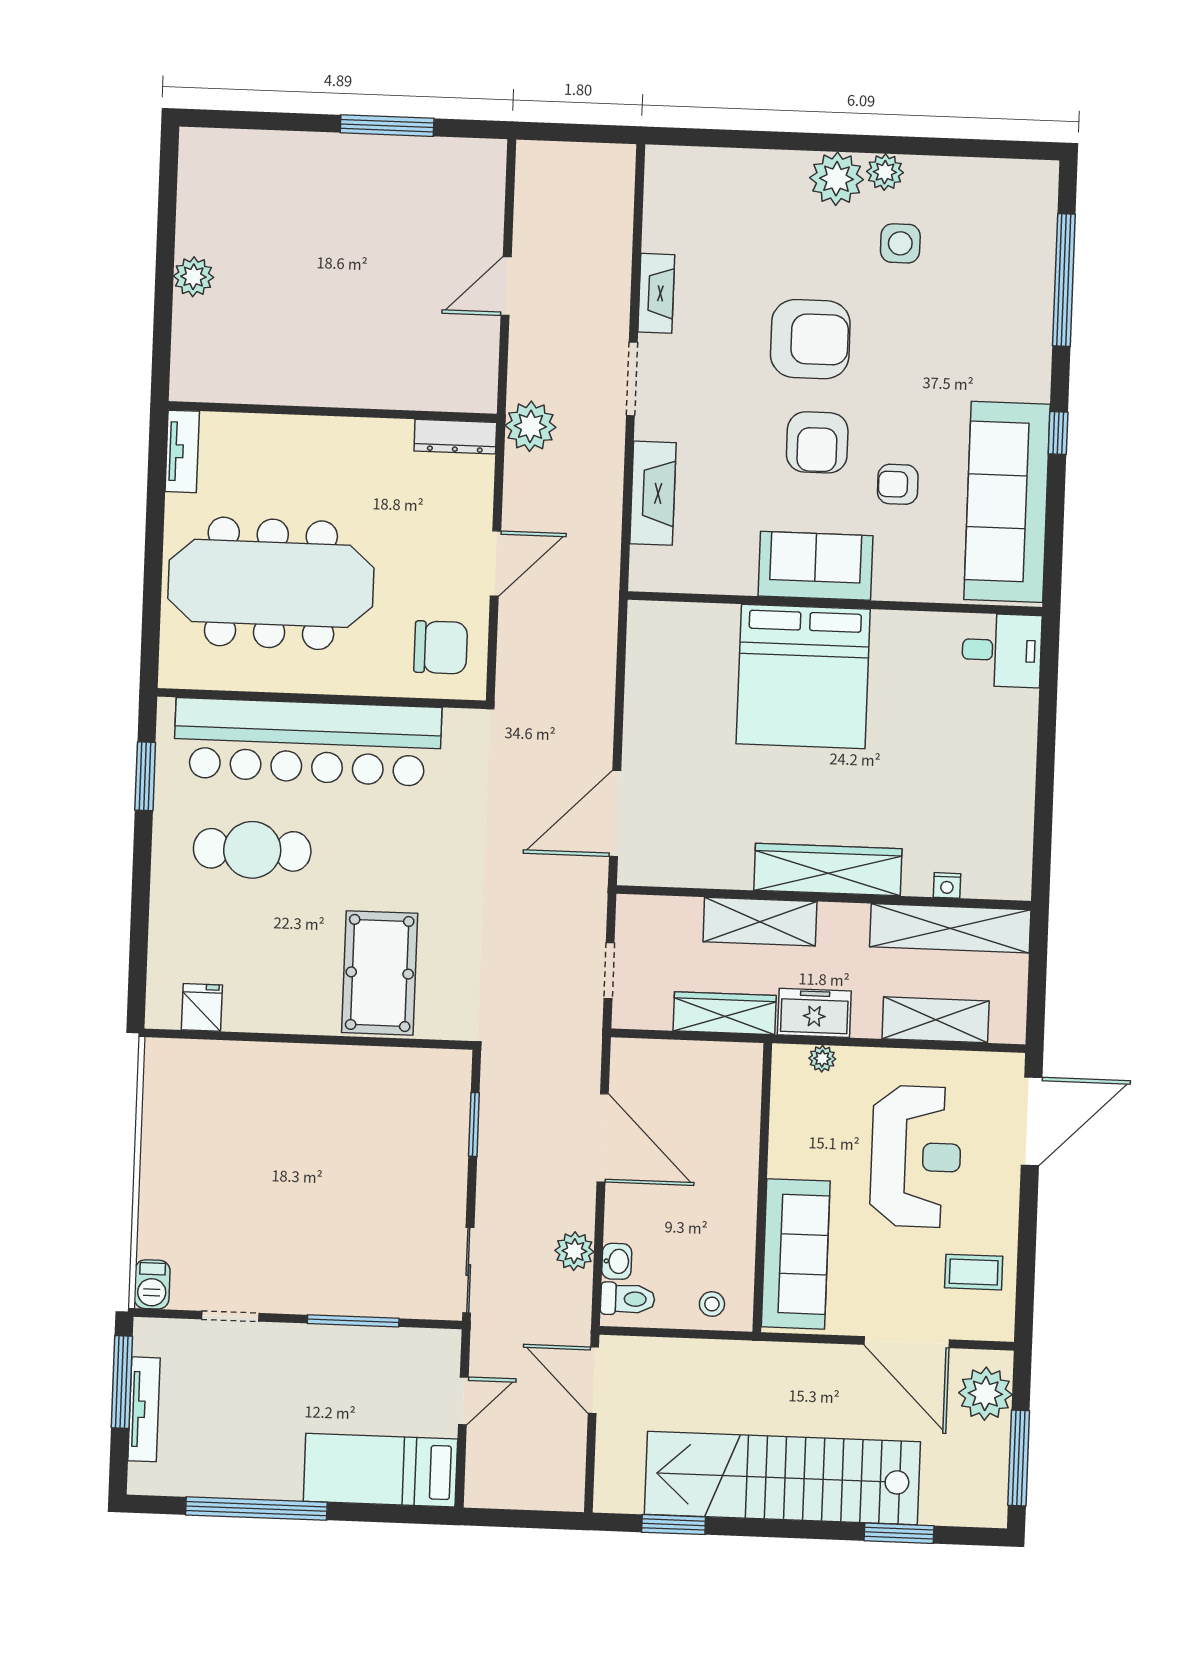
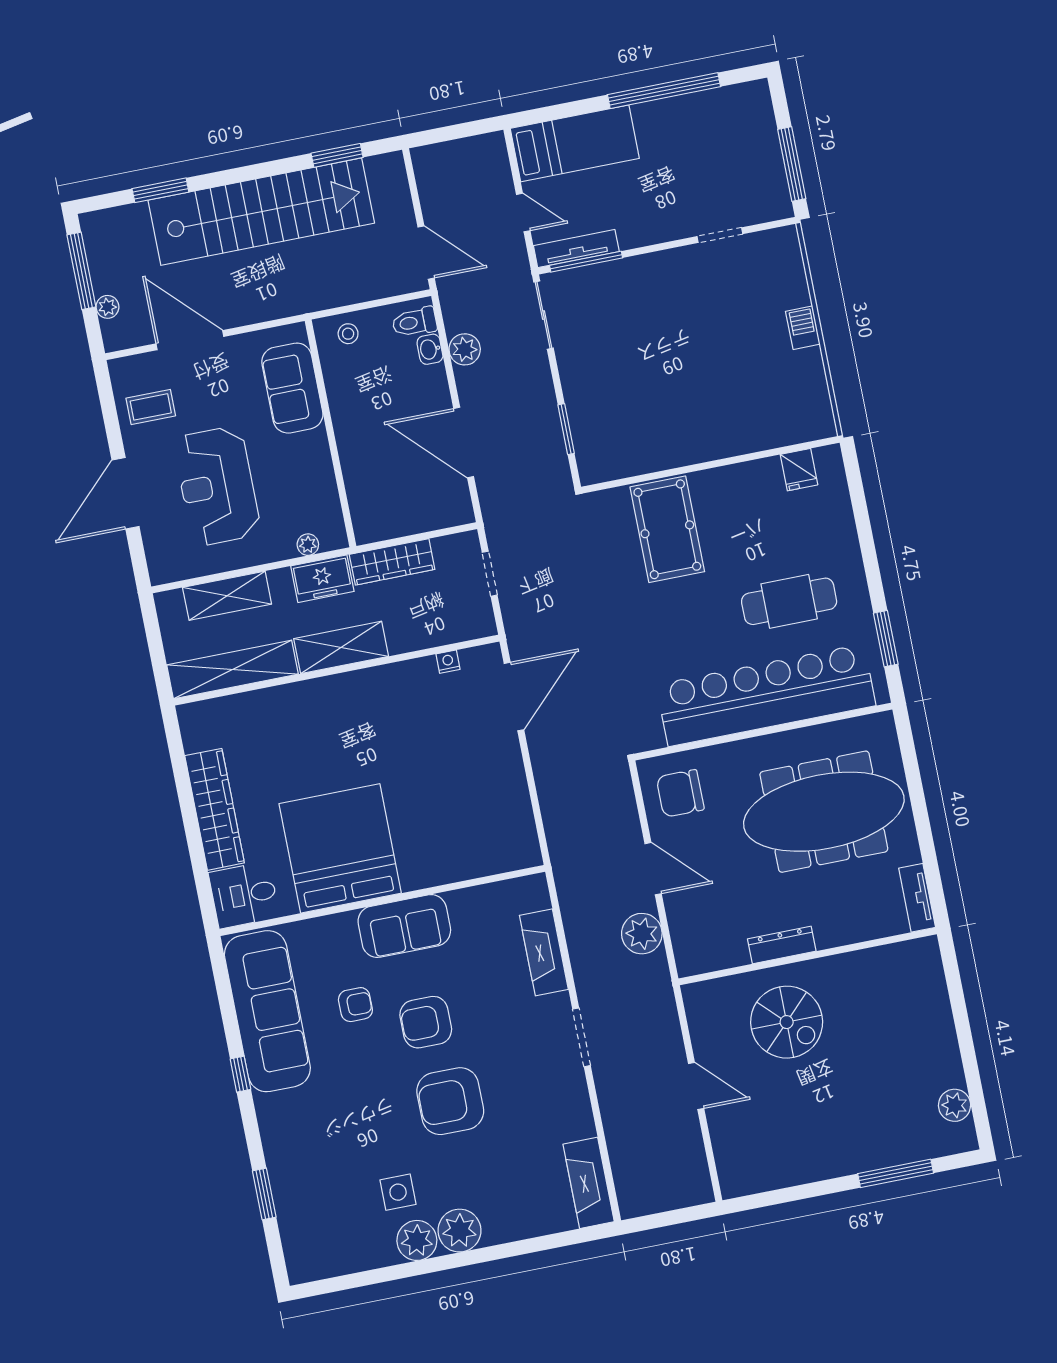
window: (387, 126) -> (896, 1173), moved
plant: (885, 172) -> (417, 1240), width x1.36, depth x1.36
plant: (193, 277) -> (955, 1105), moved
window: (1064, 280) -> (264, 1194), width x0.47
door: (506, 286) -> (696, 1086), hinge flipped
fireplace: (656, 293) -> (589, 1183), moved, width x1.37, depth x1.32
spiral stairs: (377, 338) -> (787, 1022), added
plant: (530, 426) -> (642, 934), moved
dresser: (455, 437) -> (782, 945), moved
armchair: (817, 442) -> (426, 1022), turned -90
door: (495, 563) -> (653, 869), swing flipped
bed: (803, 676) -> (340, 848), moved
wardrobe: (828, 870) -> (215, 809), moved, turned -90
nightstand: (947, 885) -> (448, 662), moved
shelving: (760, 922) -> (341, 647), moved
door: (1032, 1121) -> (125, 493), moved
sofa: (796, 1254) -> (292, 388), width x0.73
barbecue: (152, 1284) -> (803, 328), moved
window: (353, 1321) -> (586, 262), moved
plant: (985, 1394) -> (107, 307), width x0.53, depth x0.53
door: (463, 1401) -> (523, 213), swing flipped
tv unit: (144, 1409) -> (576, 249), moved, turned 90

